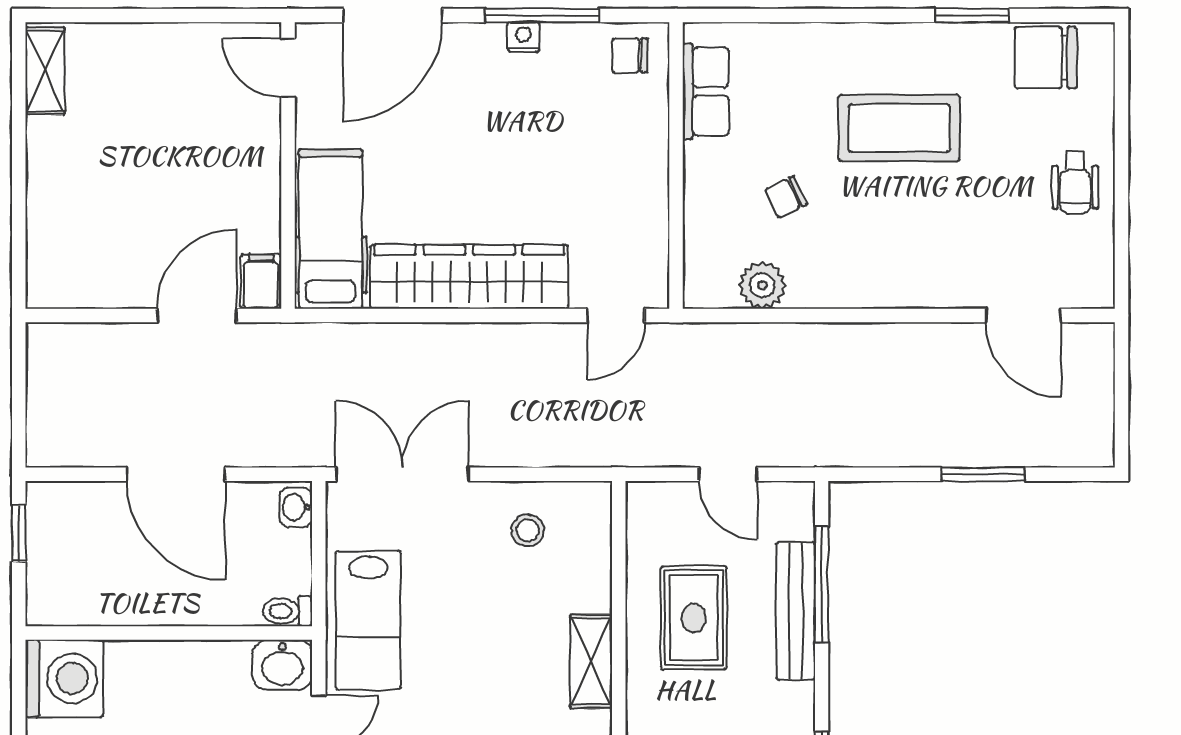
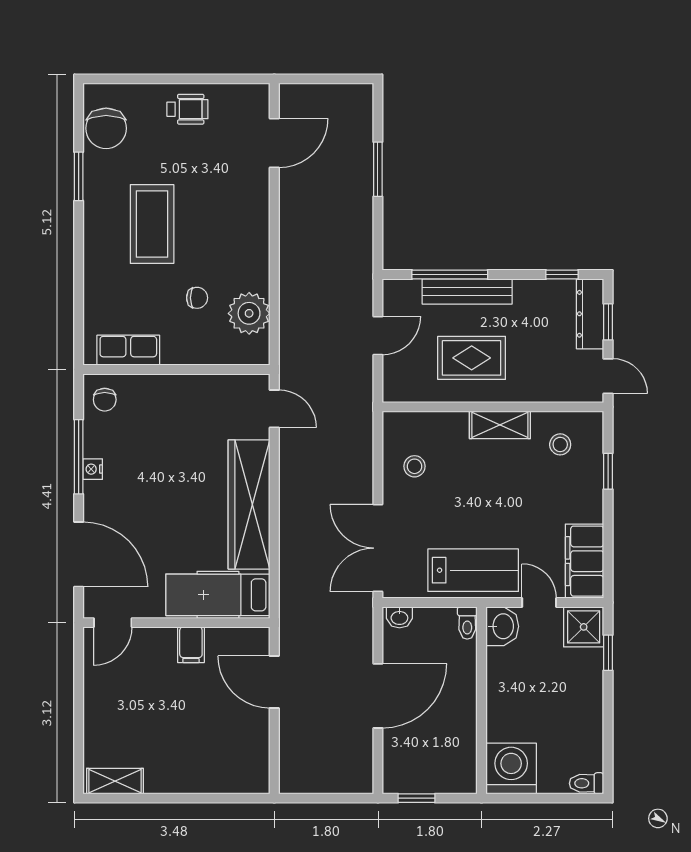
chair: (786, 197) -> (197, 298), turned -65
filing cabinet: (261, 281) -> (191, 645), moved, turned -90
plant: (762, 285) -> (249, 313), width x1.36, depth x1.36

